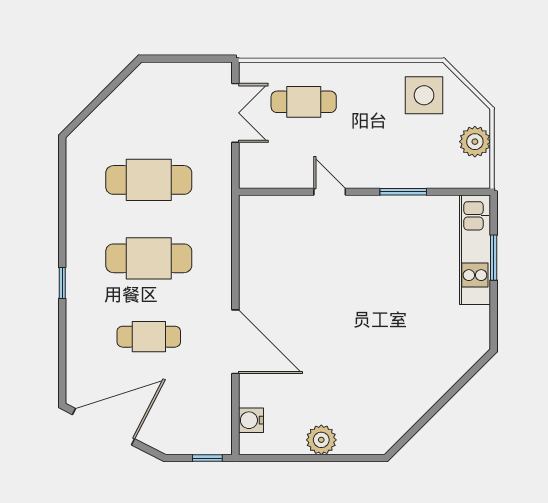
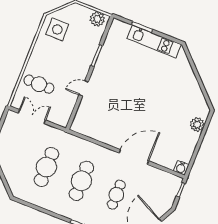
cafe table: (304, 102) -> (39, 84), turned 90
plant: (475, 142) -> (97, 19), moved
kitchen unit: (475, 250) -> (154, 41), moved
water cooler: (251, 420) -> (181, 168), moved
plant: (321, 440) -> (197, 125), moved

